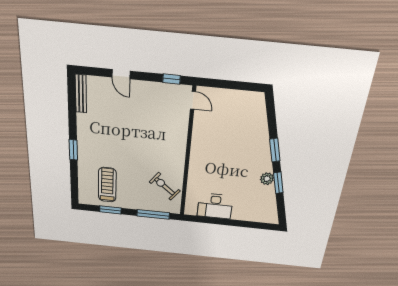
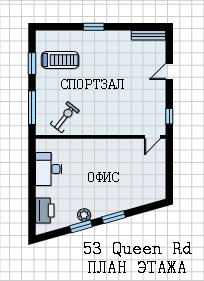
printer: (256, 214) -> (45, 211), added

